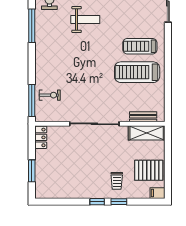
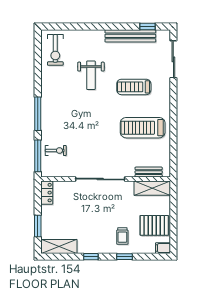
weight bench: (85, 19) -> (91, 75), turned 90
window: (32, 26) -> (38, 114), moved
treadmill: (140, 46) -> (134, 87), moved
shelving: (53, 191) -> (59, 246), added
window: (97, 202) -> (91, 257), moved

